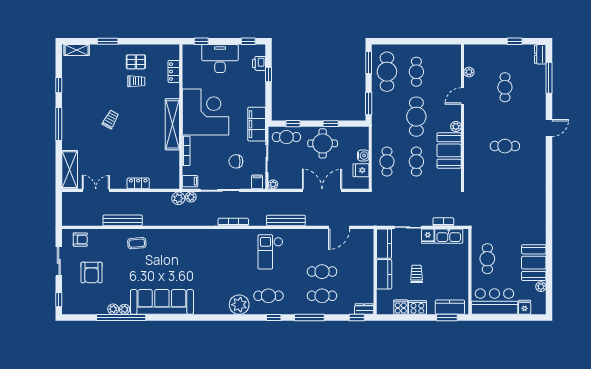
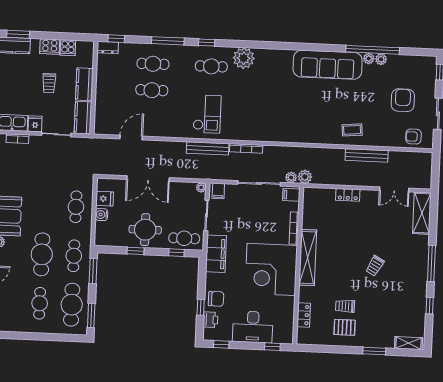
chair: (236, 161) -> (216, 299), moved
cafe table: (416, 162) -> (74, 256), moved
bench: (286, 220) -> (208, 148), moved

